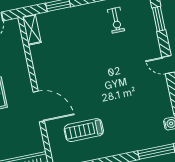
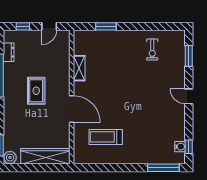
shelving: (32, 30) -> (79, 68), moved

